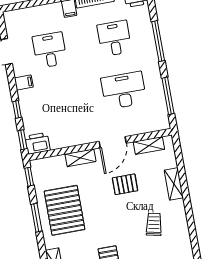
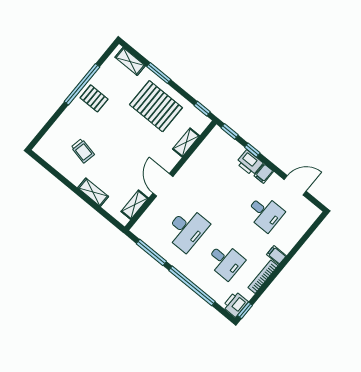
window: (158, 41) -> (192, 286), width x1.46
printer: (38, 143) -> (250, 163), moved, turned 90
shelving: (80, 158) -> (186, 142), moved
pallet: (125, 184) -> (128, 162), removed
window: (36, 218) -> (159, 73), moved

